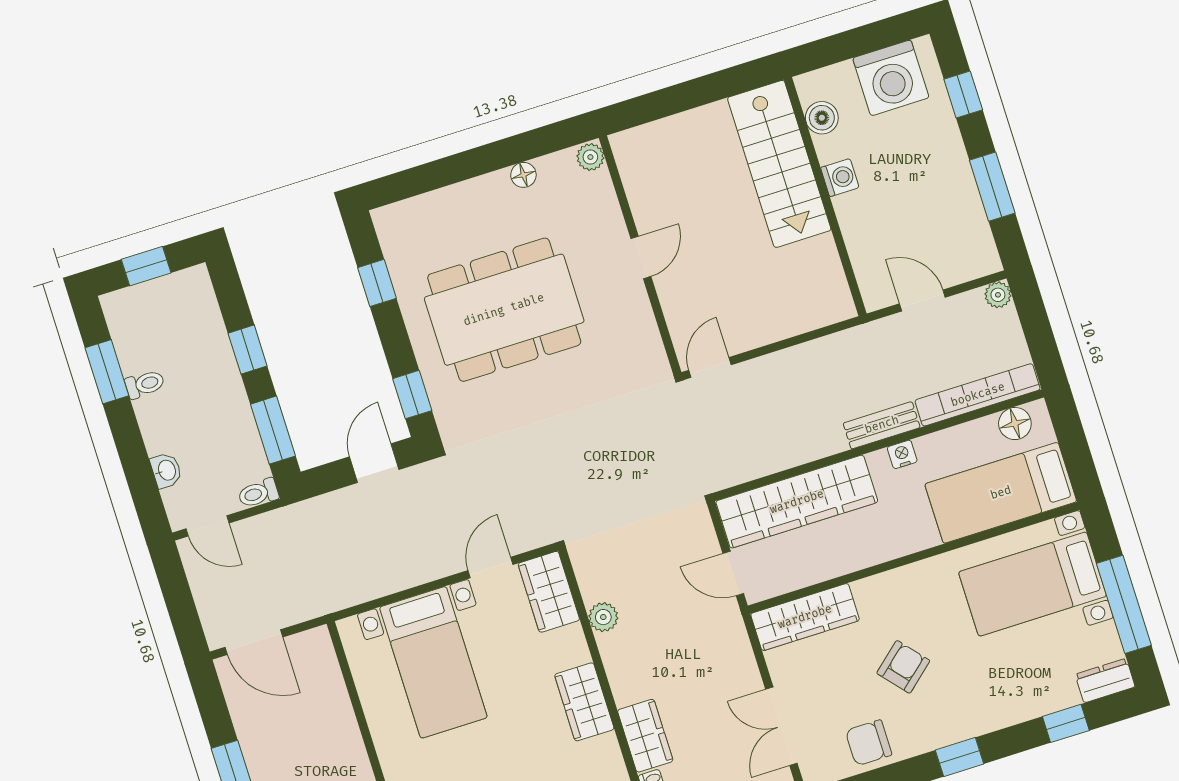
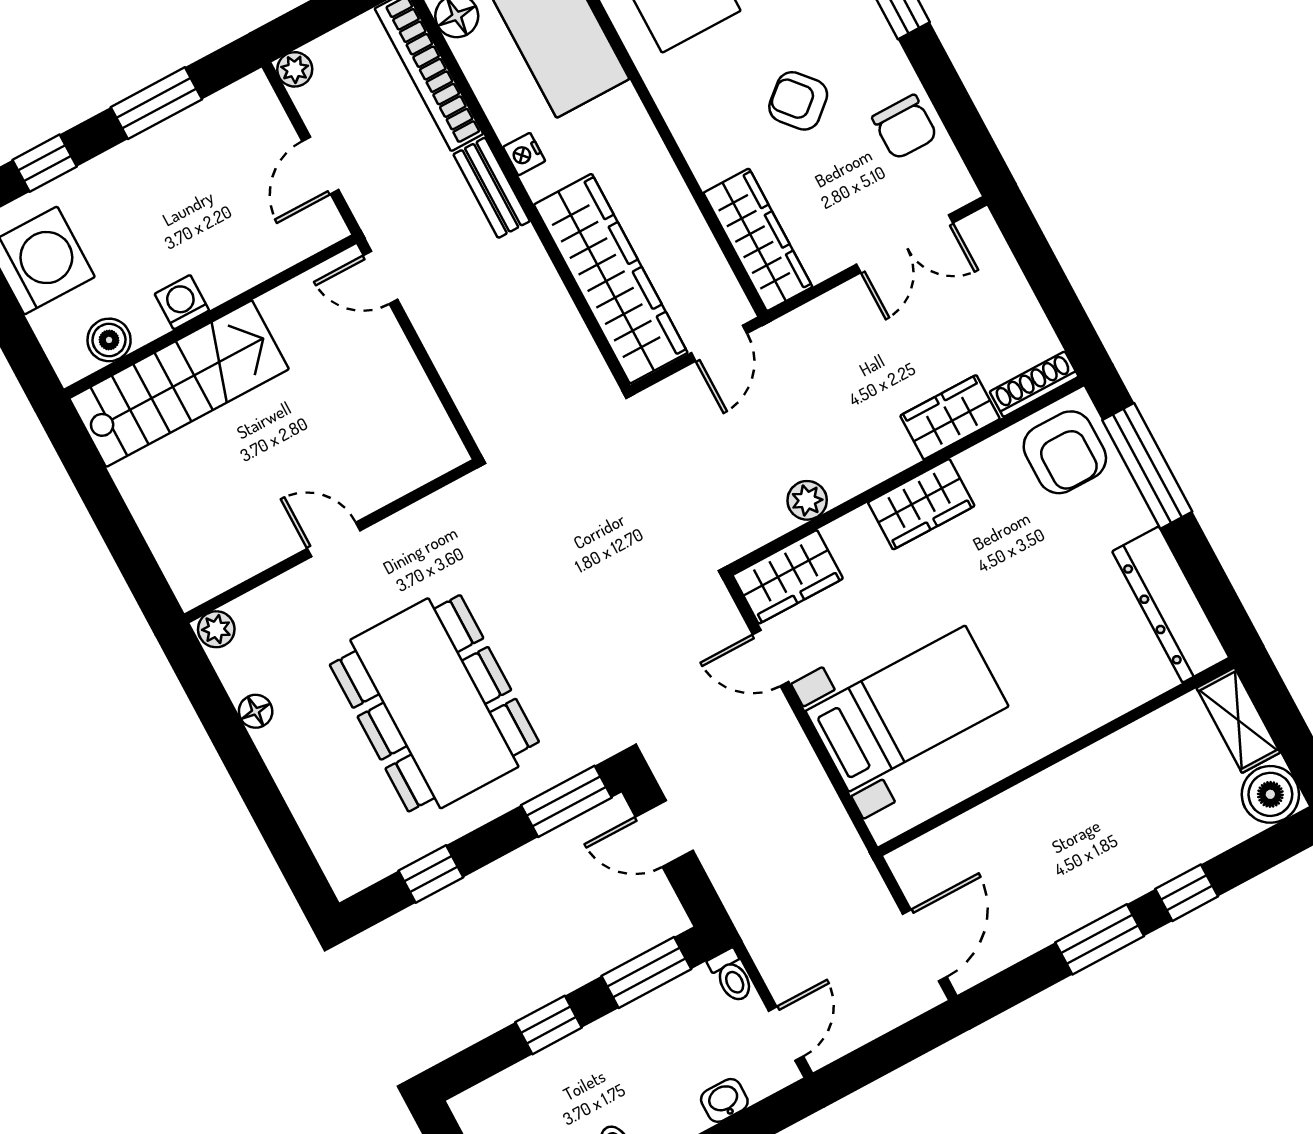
door: (710, 367) -> (380, 277), moved
window: (412, 395) -> (566, 801), width x1.50

